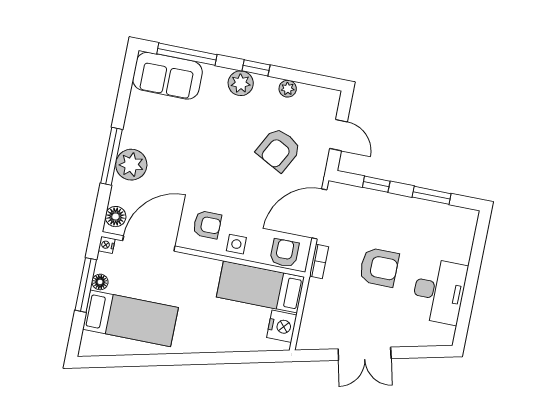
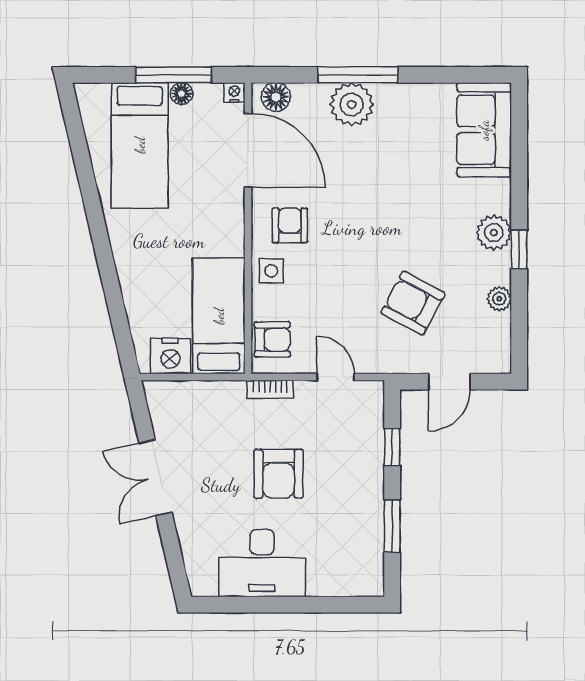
window: (187, 54) -> (519, 151), removed
door: (319, 214) -> (336, 377), width x0.53
armchair: (207, 225) -> (290, 225), turned 180

